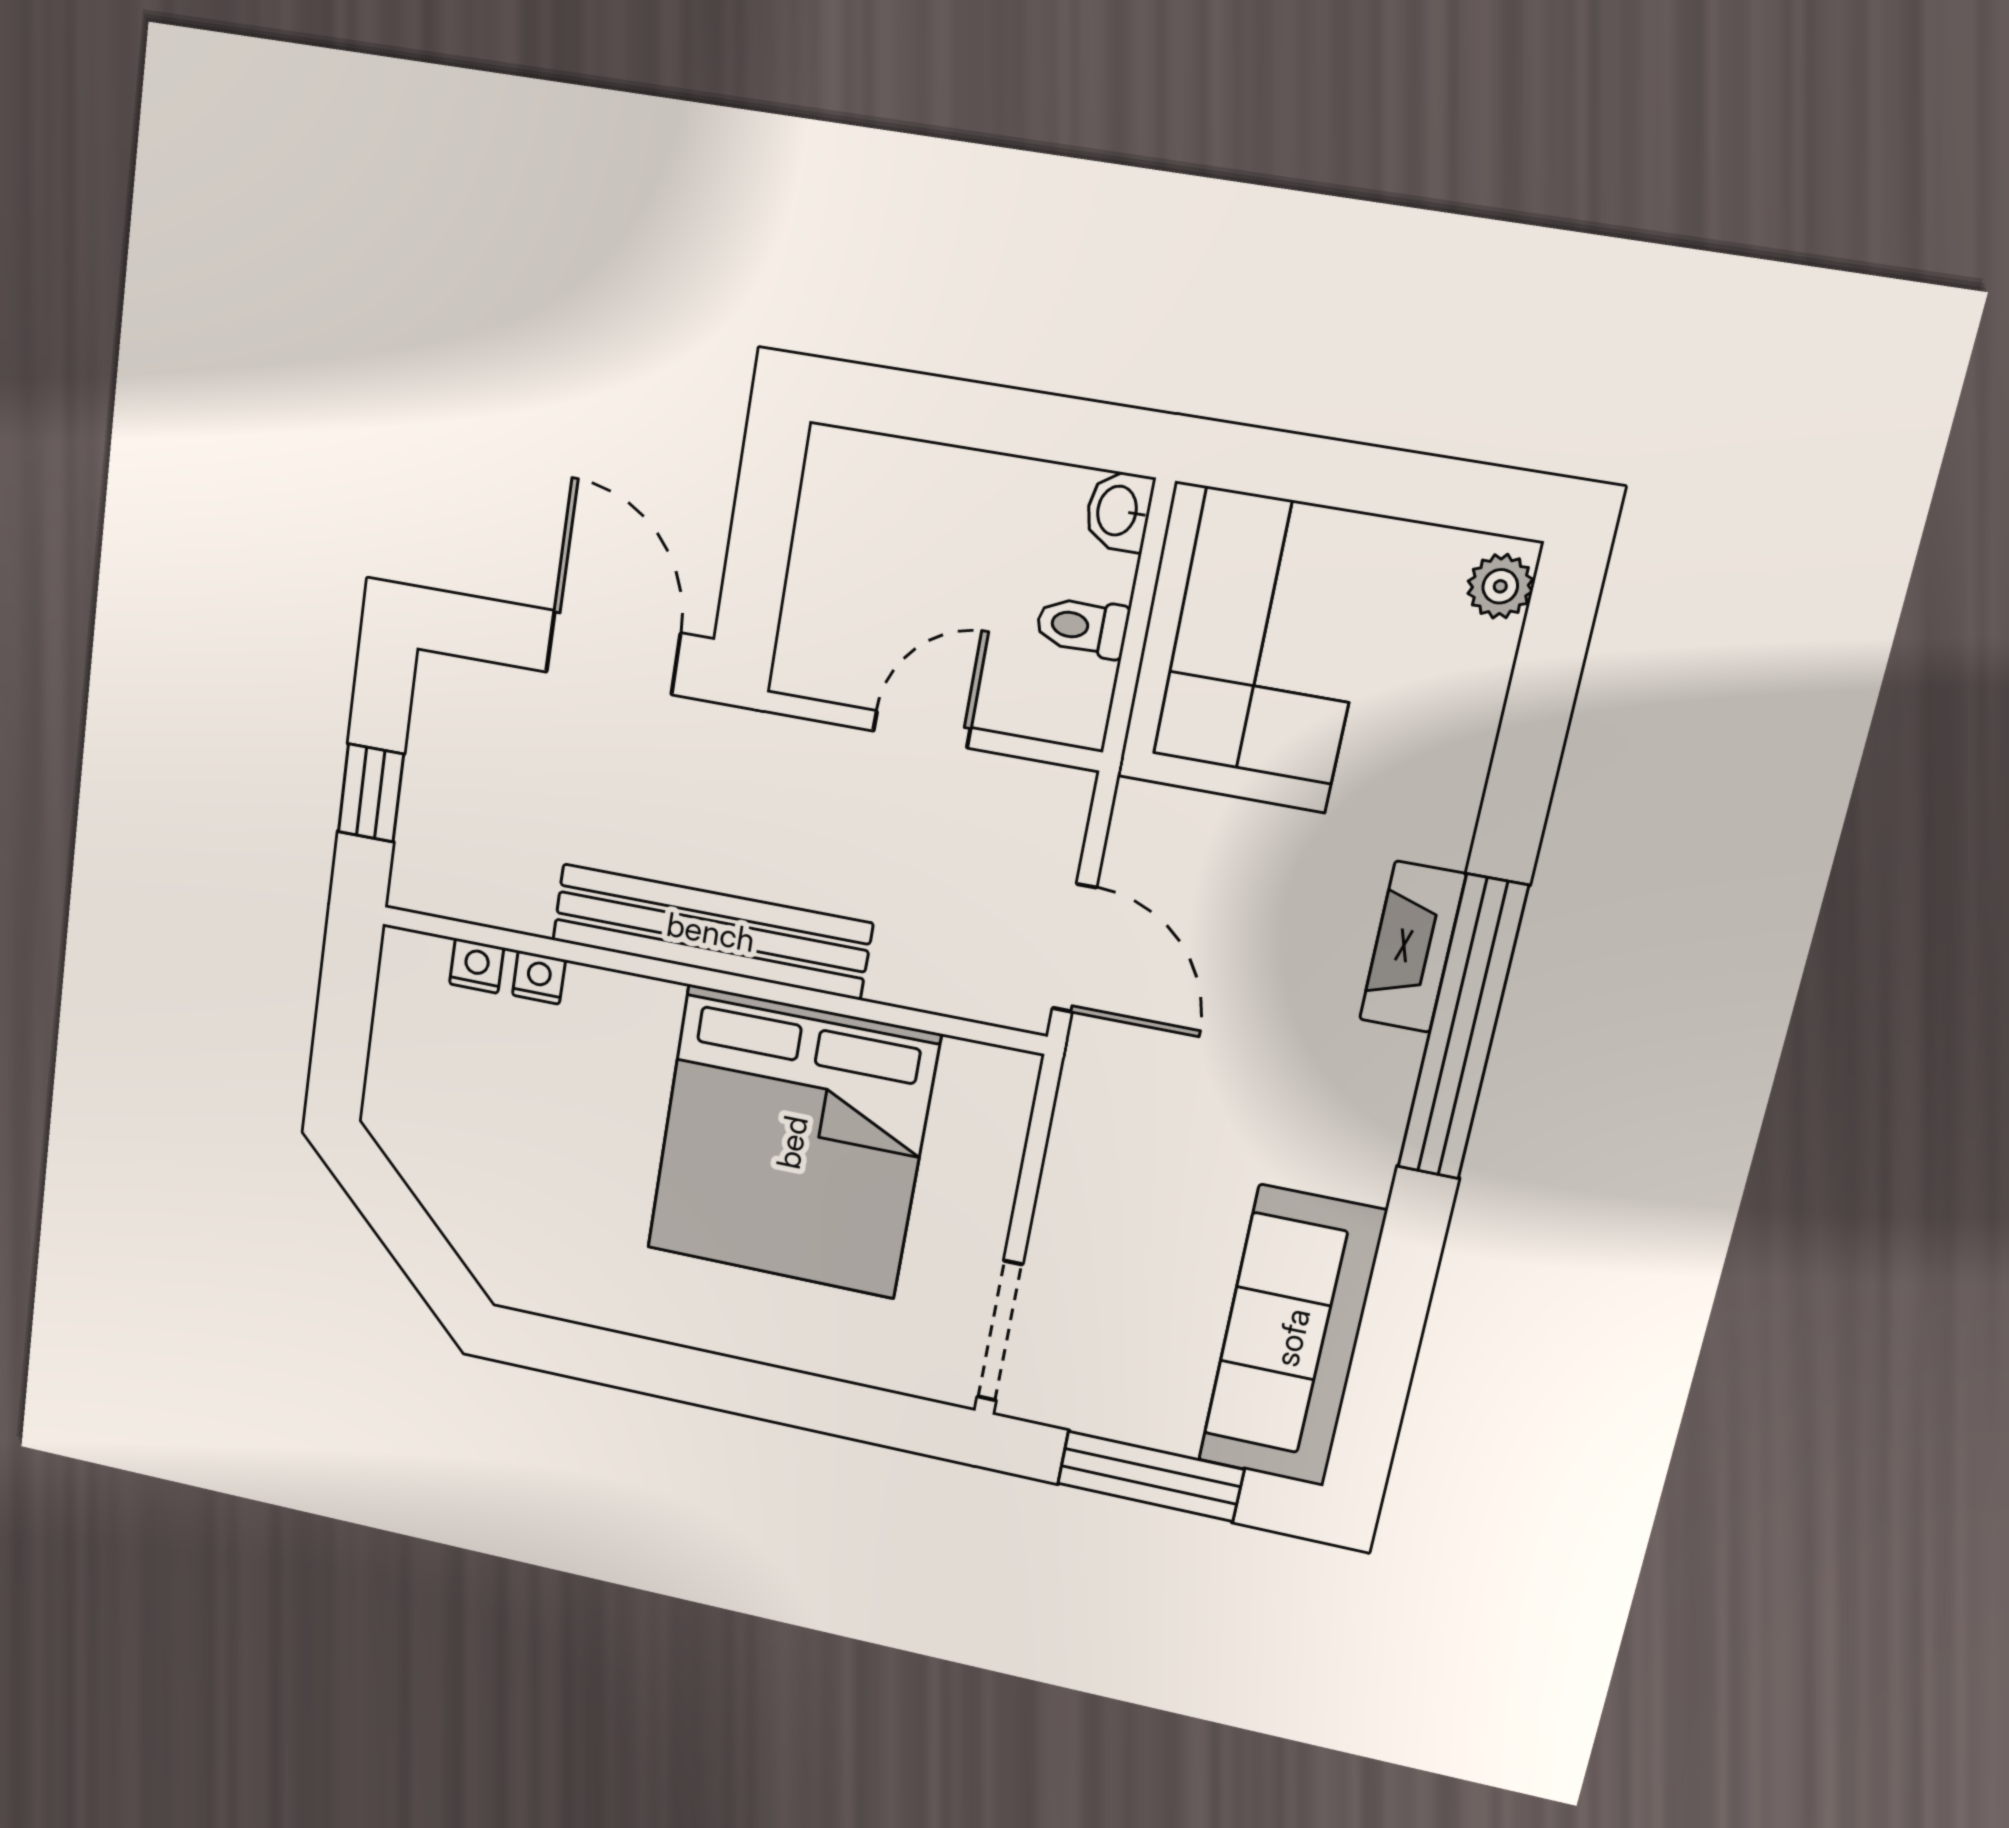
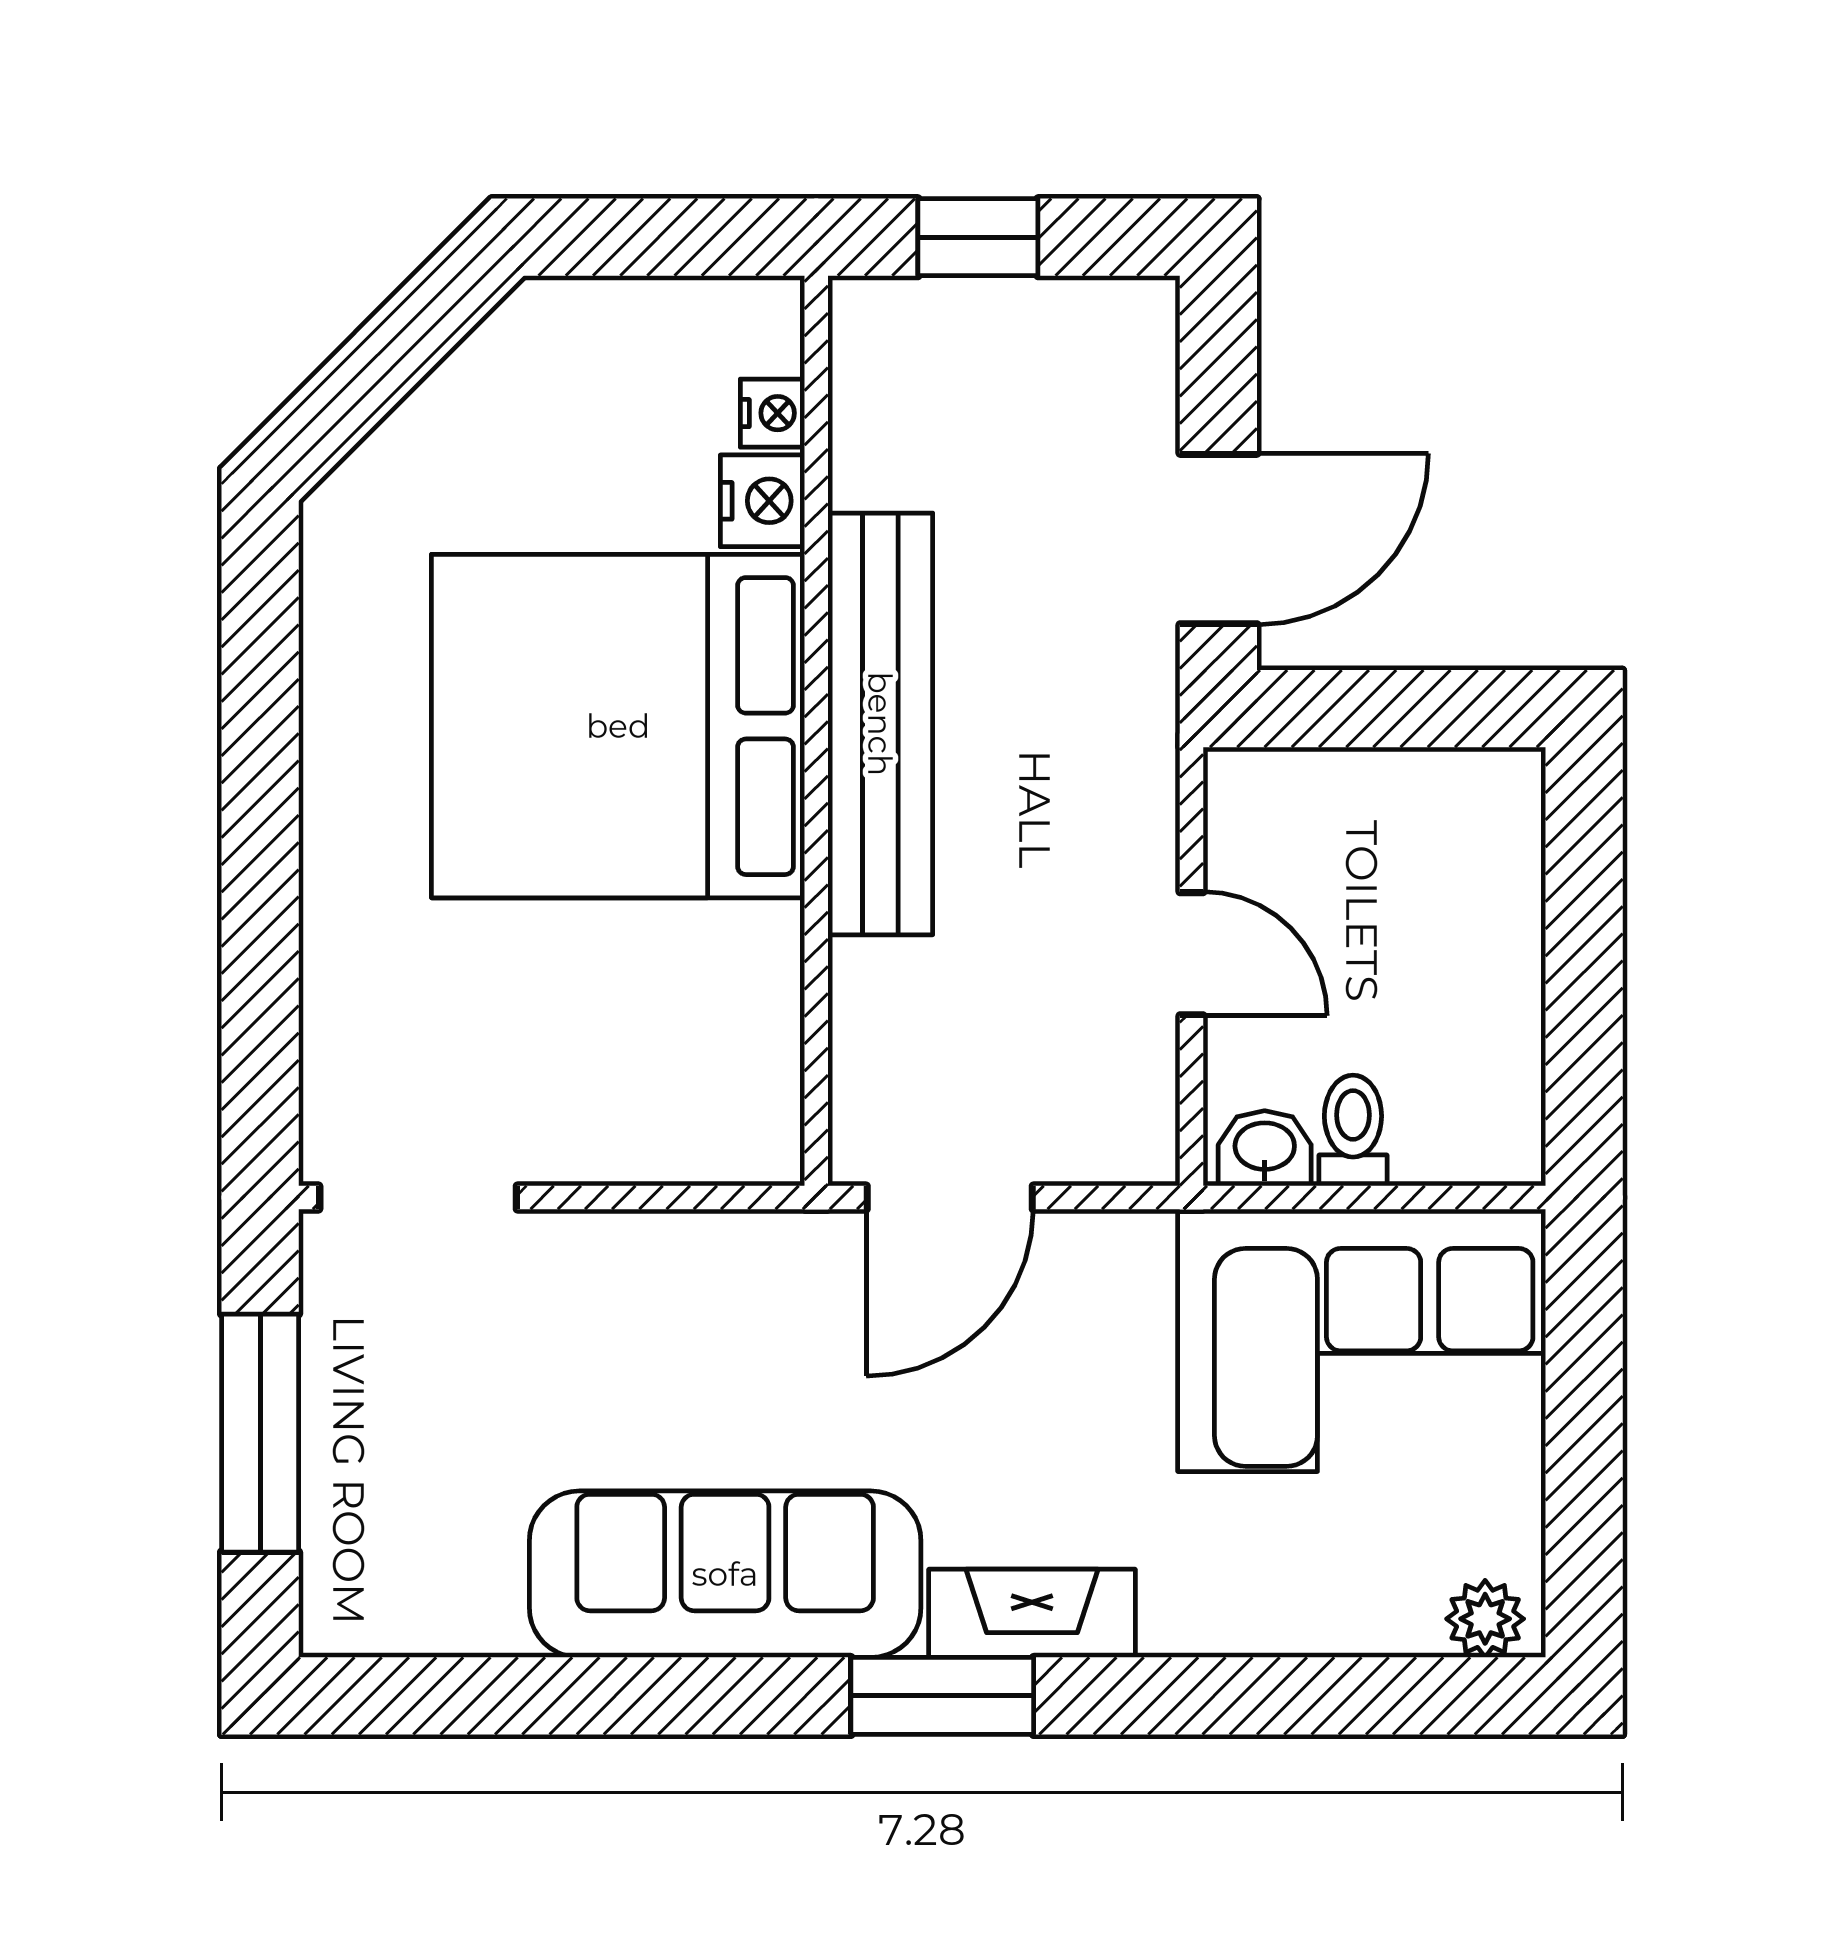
washbasin: (1119, 511) -> (1265, 1148), moved
nightstand: (539, 978) -> (762, 501), width x1.39, depth x1.35
window: (1462, 1028) -> (942, 1696), width x0.47
bed: (792, 1142) -> (618, 726), moved
sofa: (1292, 1337) -> (725, 1574), moved

